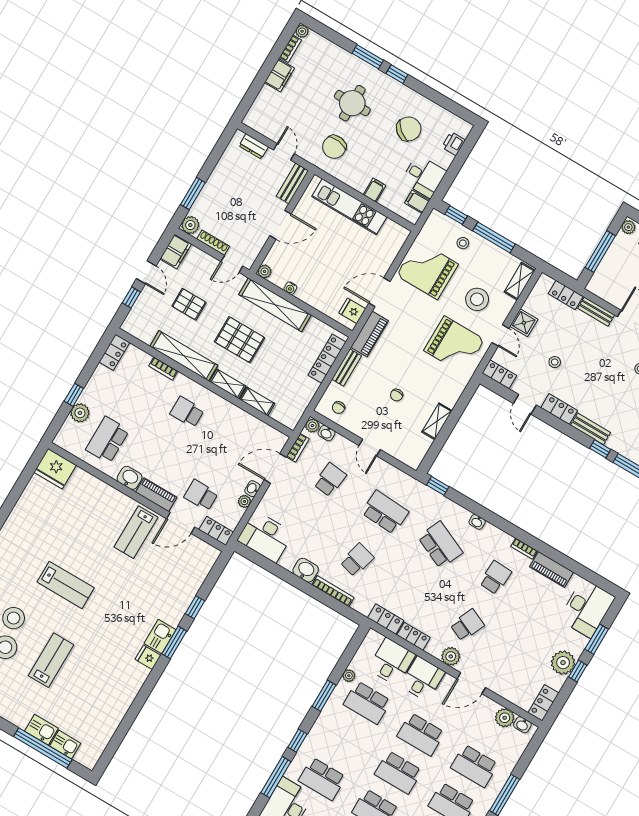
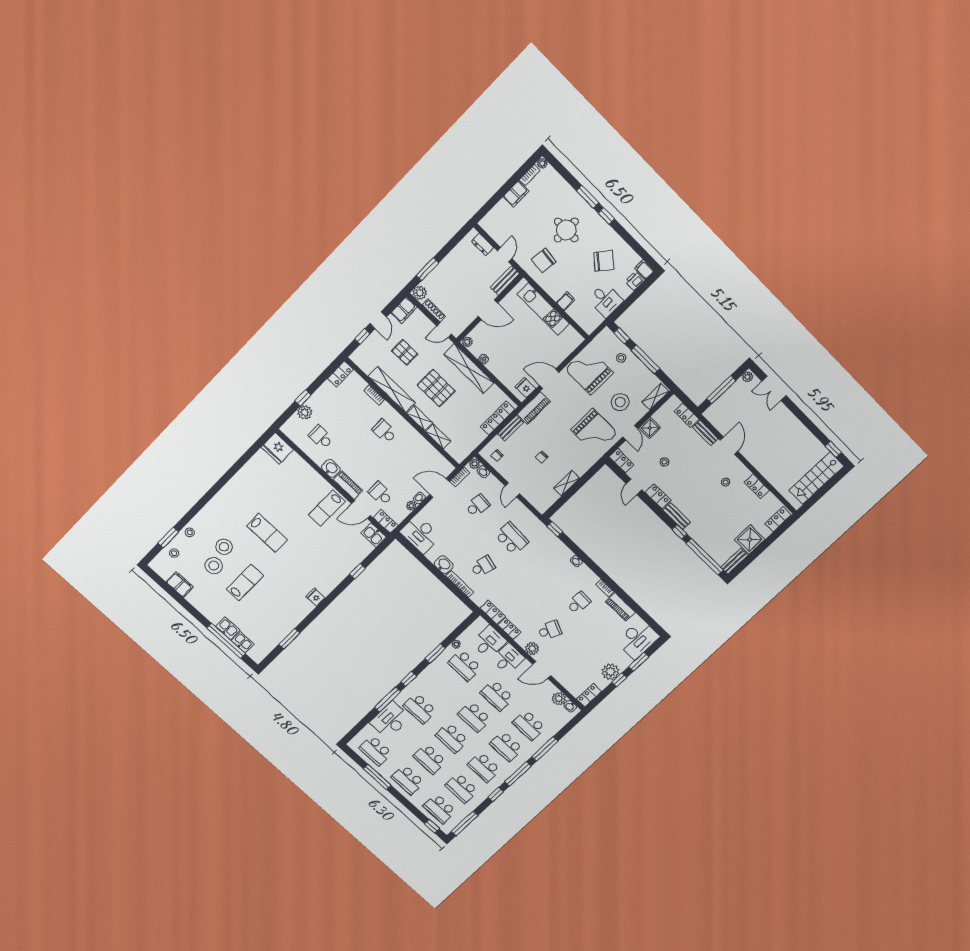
filing cabinet: (417, 202) -> (644, 270), moved
school desk: (107, 440) -> (321, 437), width x0.54
school desk: (440, 545) -> (545, 571), removed
kitchen sink: (160, 637) -> (374, 535), moved, turned -90
window: (174, 642) -> (289, 639), moved

